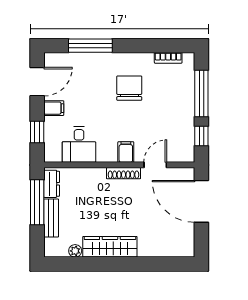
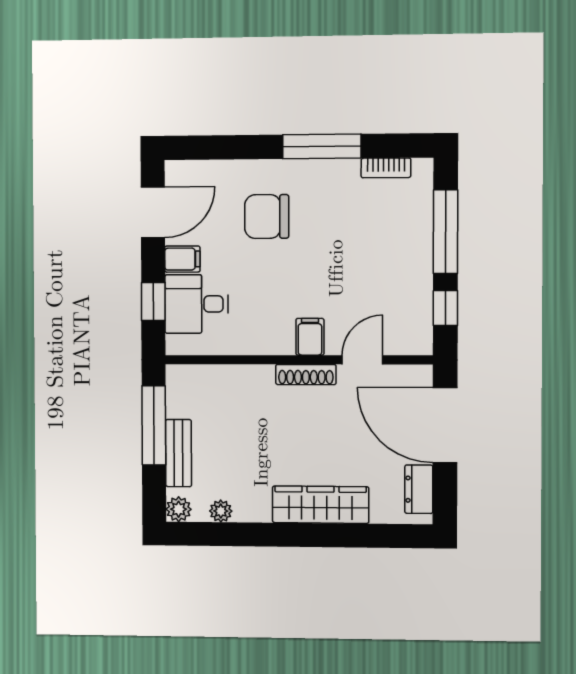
window: (90, 46) -> (322, 146), moved
chair: (129, 88) -> (267, 217), moved, turned -90
desk: (79, 145) -> (197, 304), moved, turned 90
dresser: (52, 184) -> (419, 489), moved, turned 180
wardrobe: (110, 247) -> (321, 505), moved
plant: (51, 250) -> (179, 509), added

